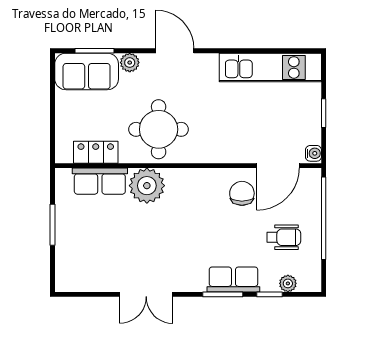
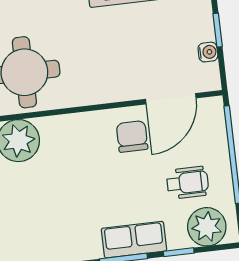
water cooler: (313, 153) -> (208, 52), moved
plant: (288, 283) -> (207, 227), width x1.87, depth x1.87

